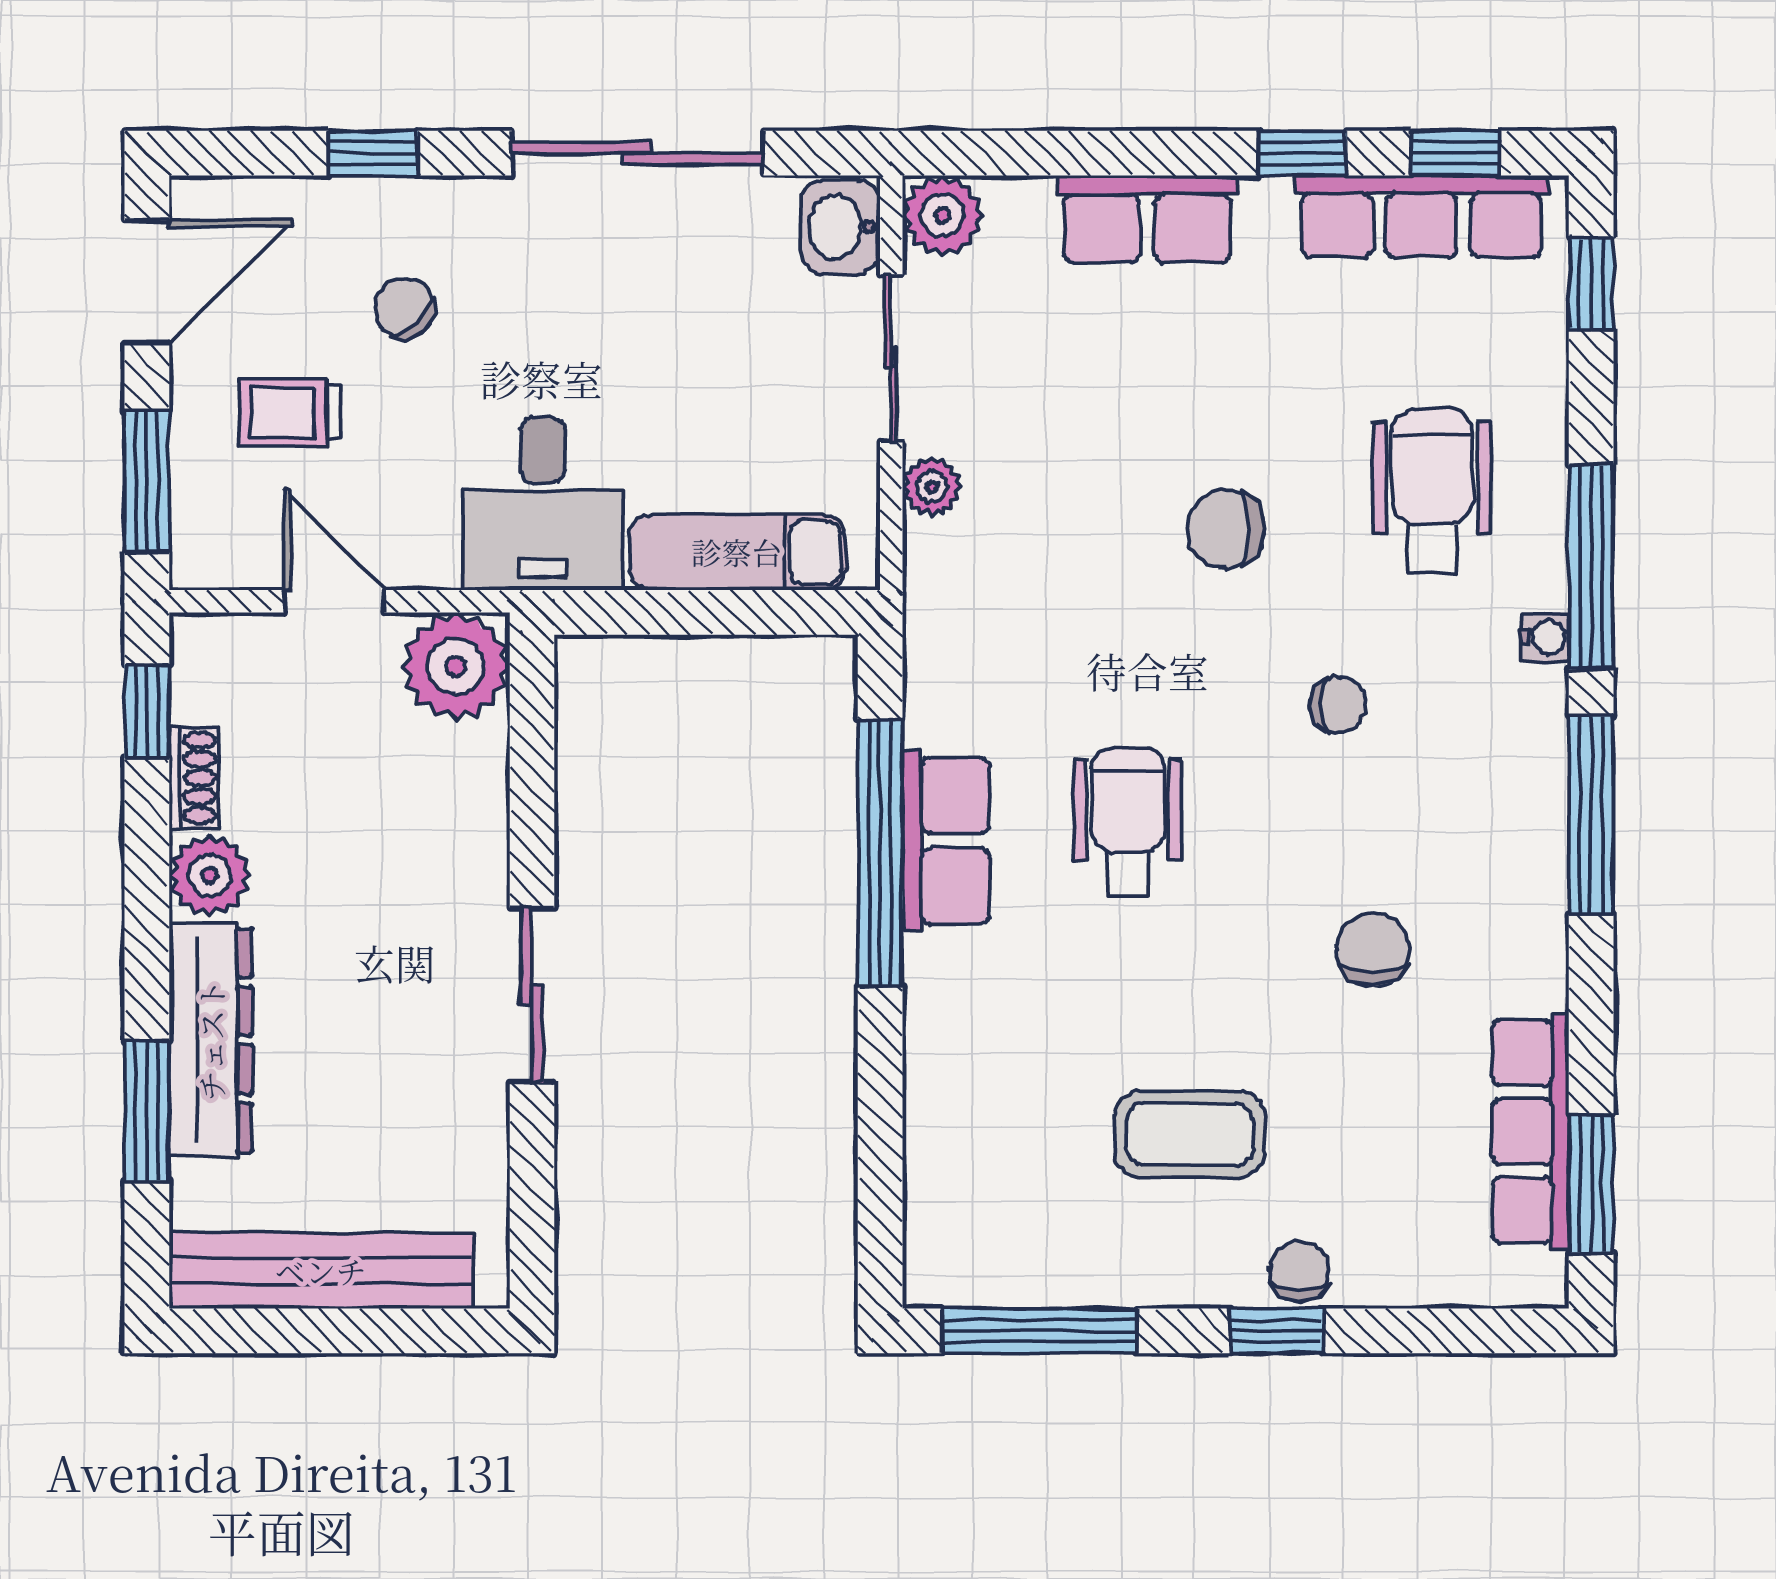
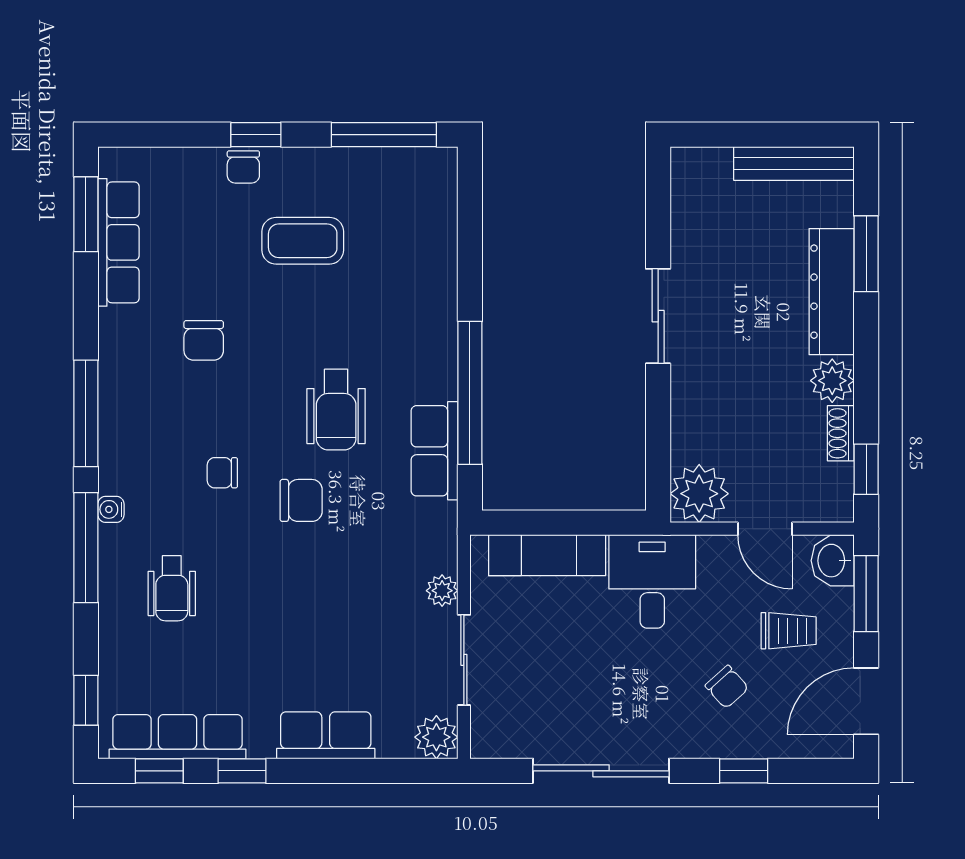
washbasin: (840, 227) -> (833, 561), moved, turned 180
wheelchair: (1432, 491) -> (172, 588), width x0.73, depth x0.73
chair: (1226, 529) -> (301, 500), moved
row of seats: (946, 841) -> (435, 451), moved
bench: (321, 1271) -> (794, 163), width x0.73, depth x0.82

